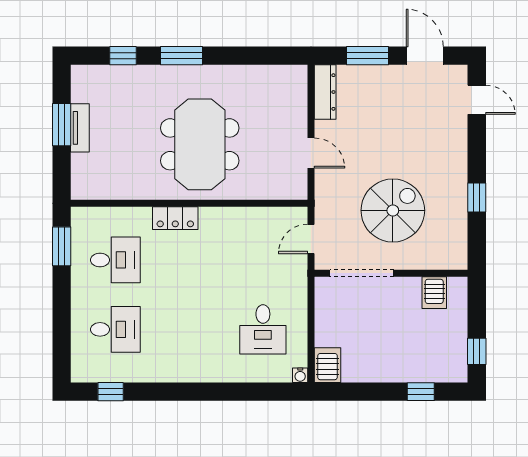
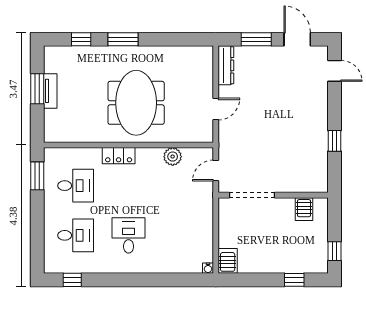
door: (311, 153) -> (216, 109), hinge flipped
spiral stairs: (393, 210) -> (274, 150), removed
plant: (251, 219) -> (173, 157), added
desk: (263, 329) -> (129, 235), moved, turned 180

